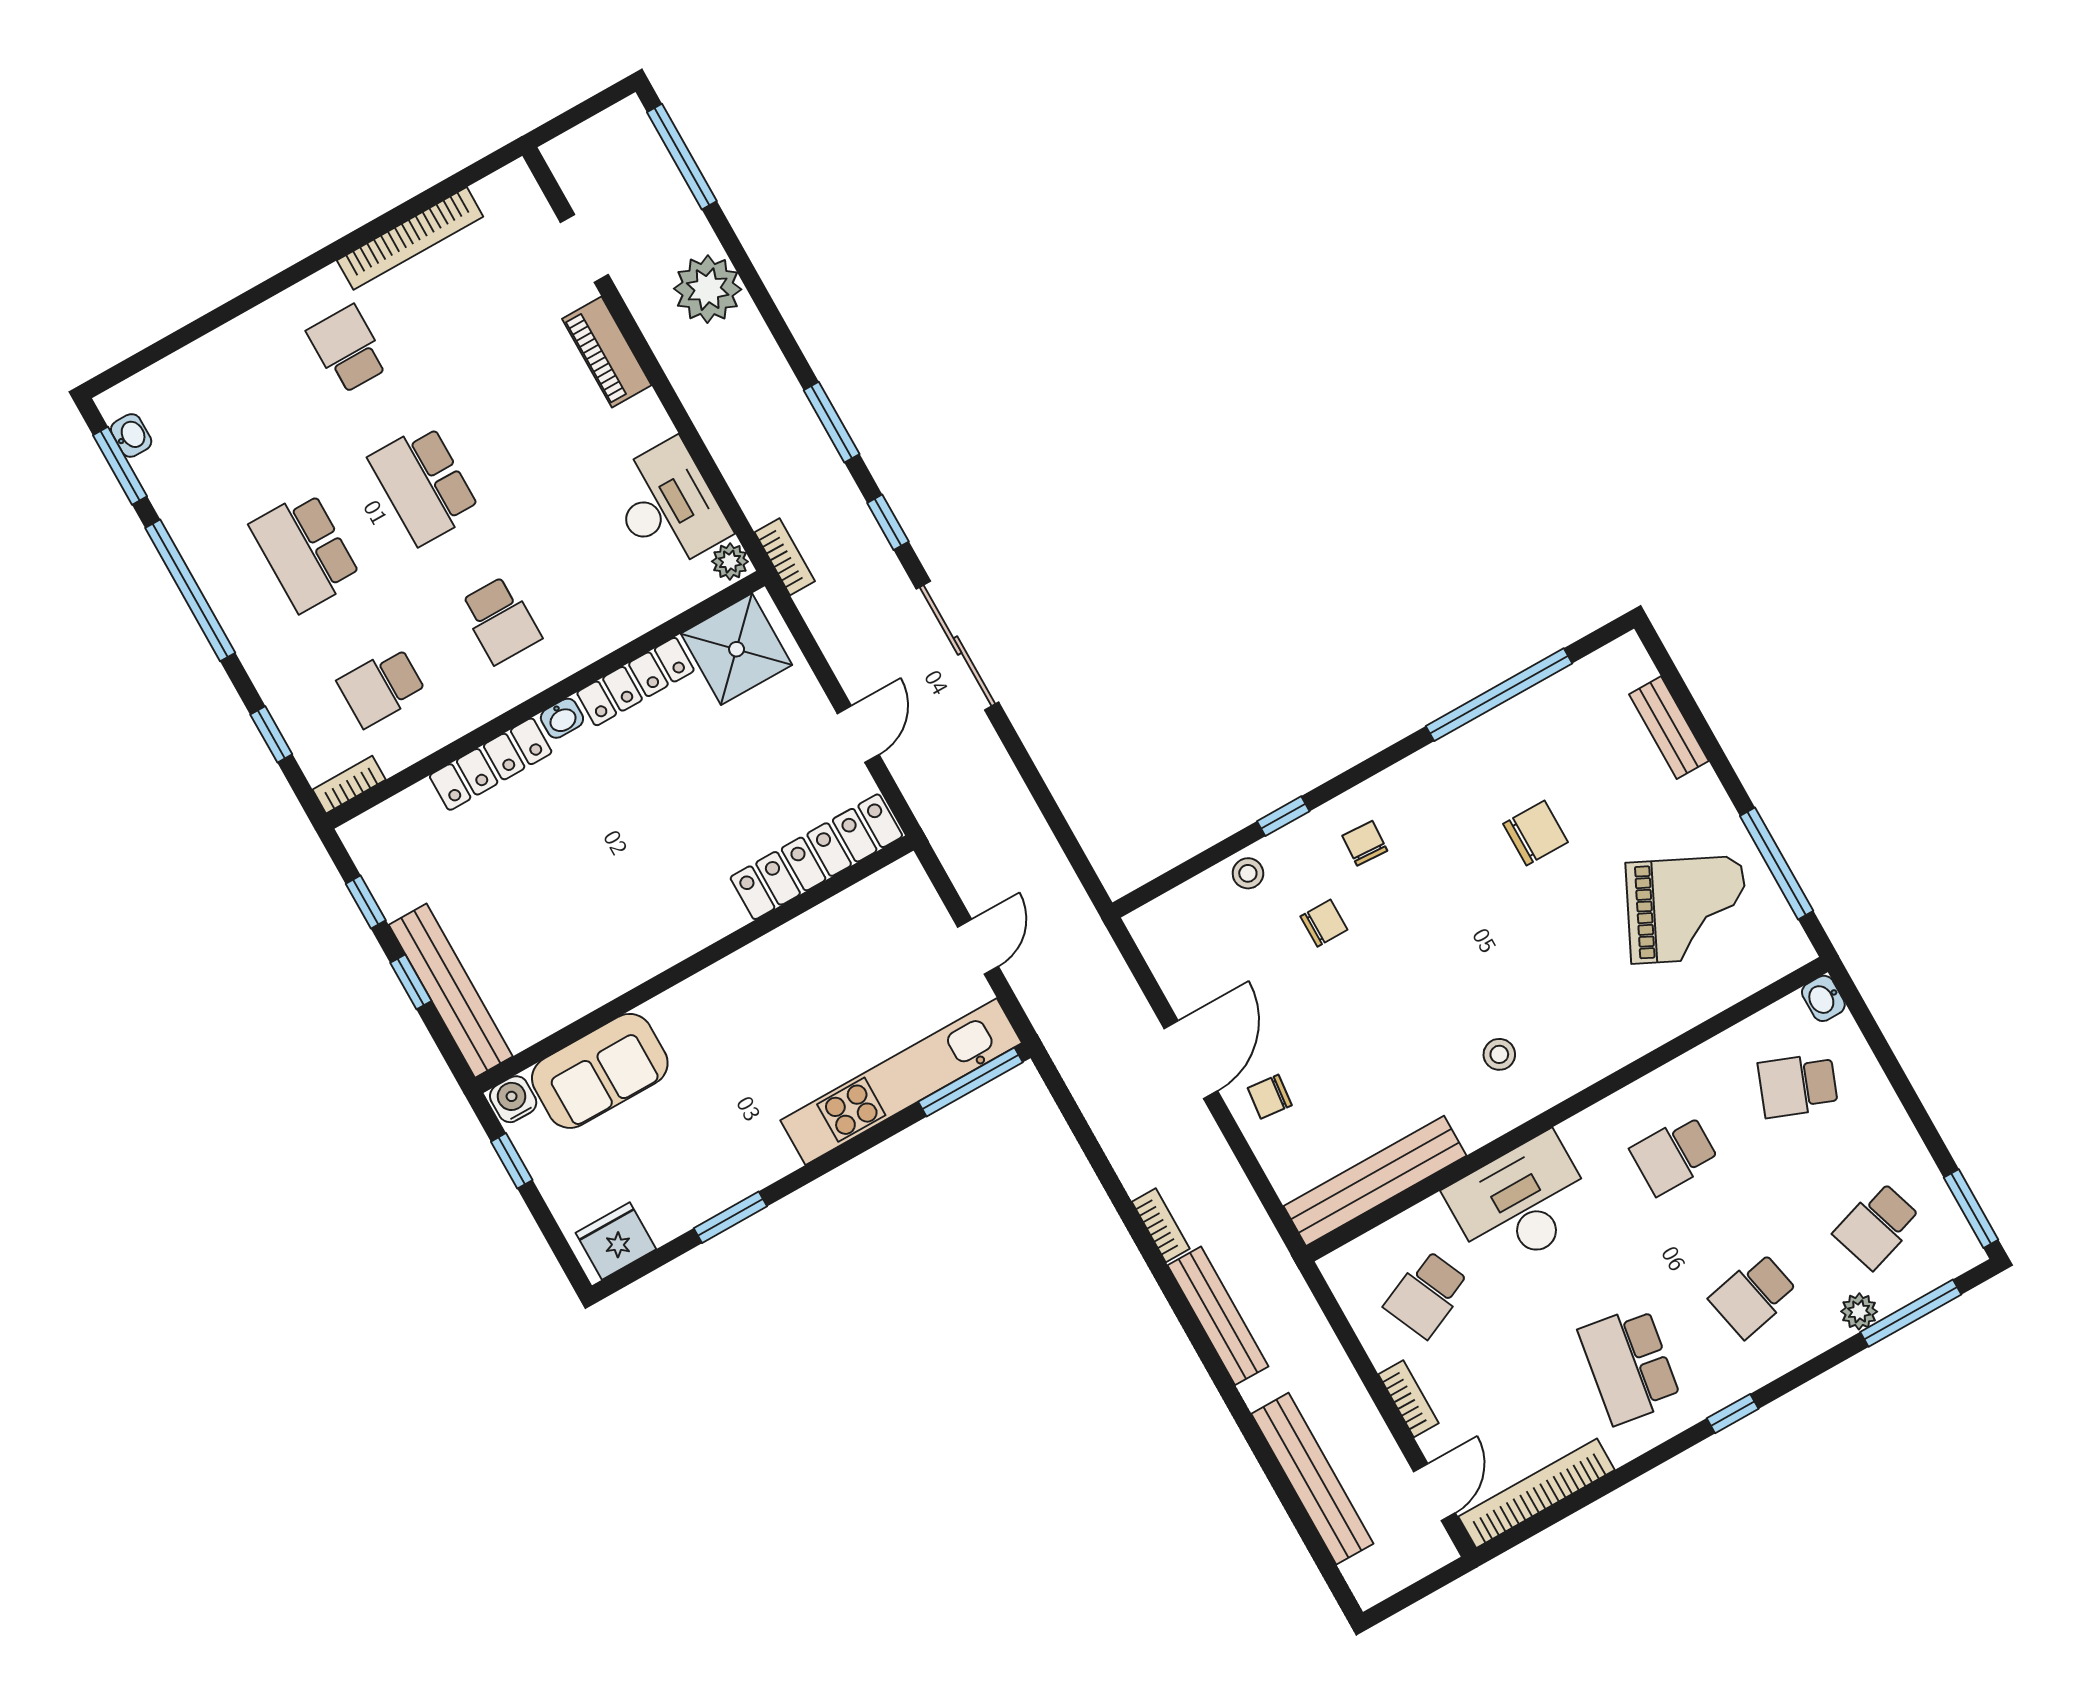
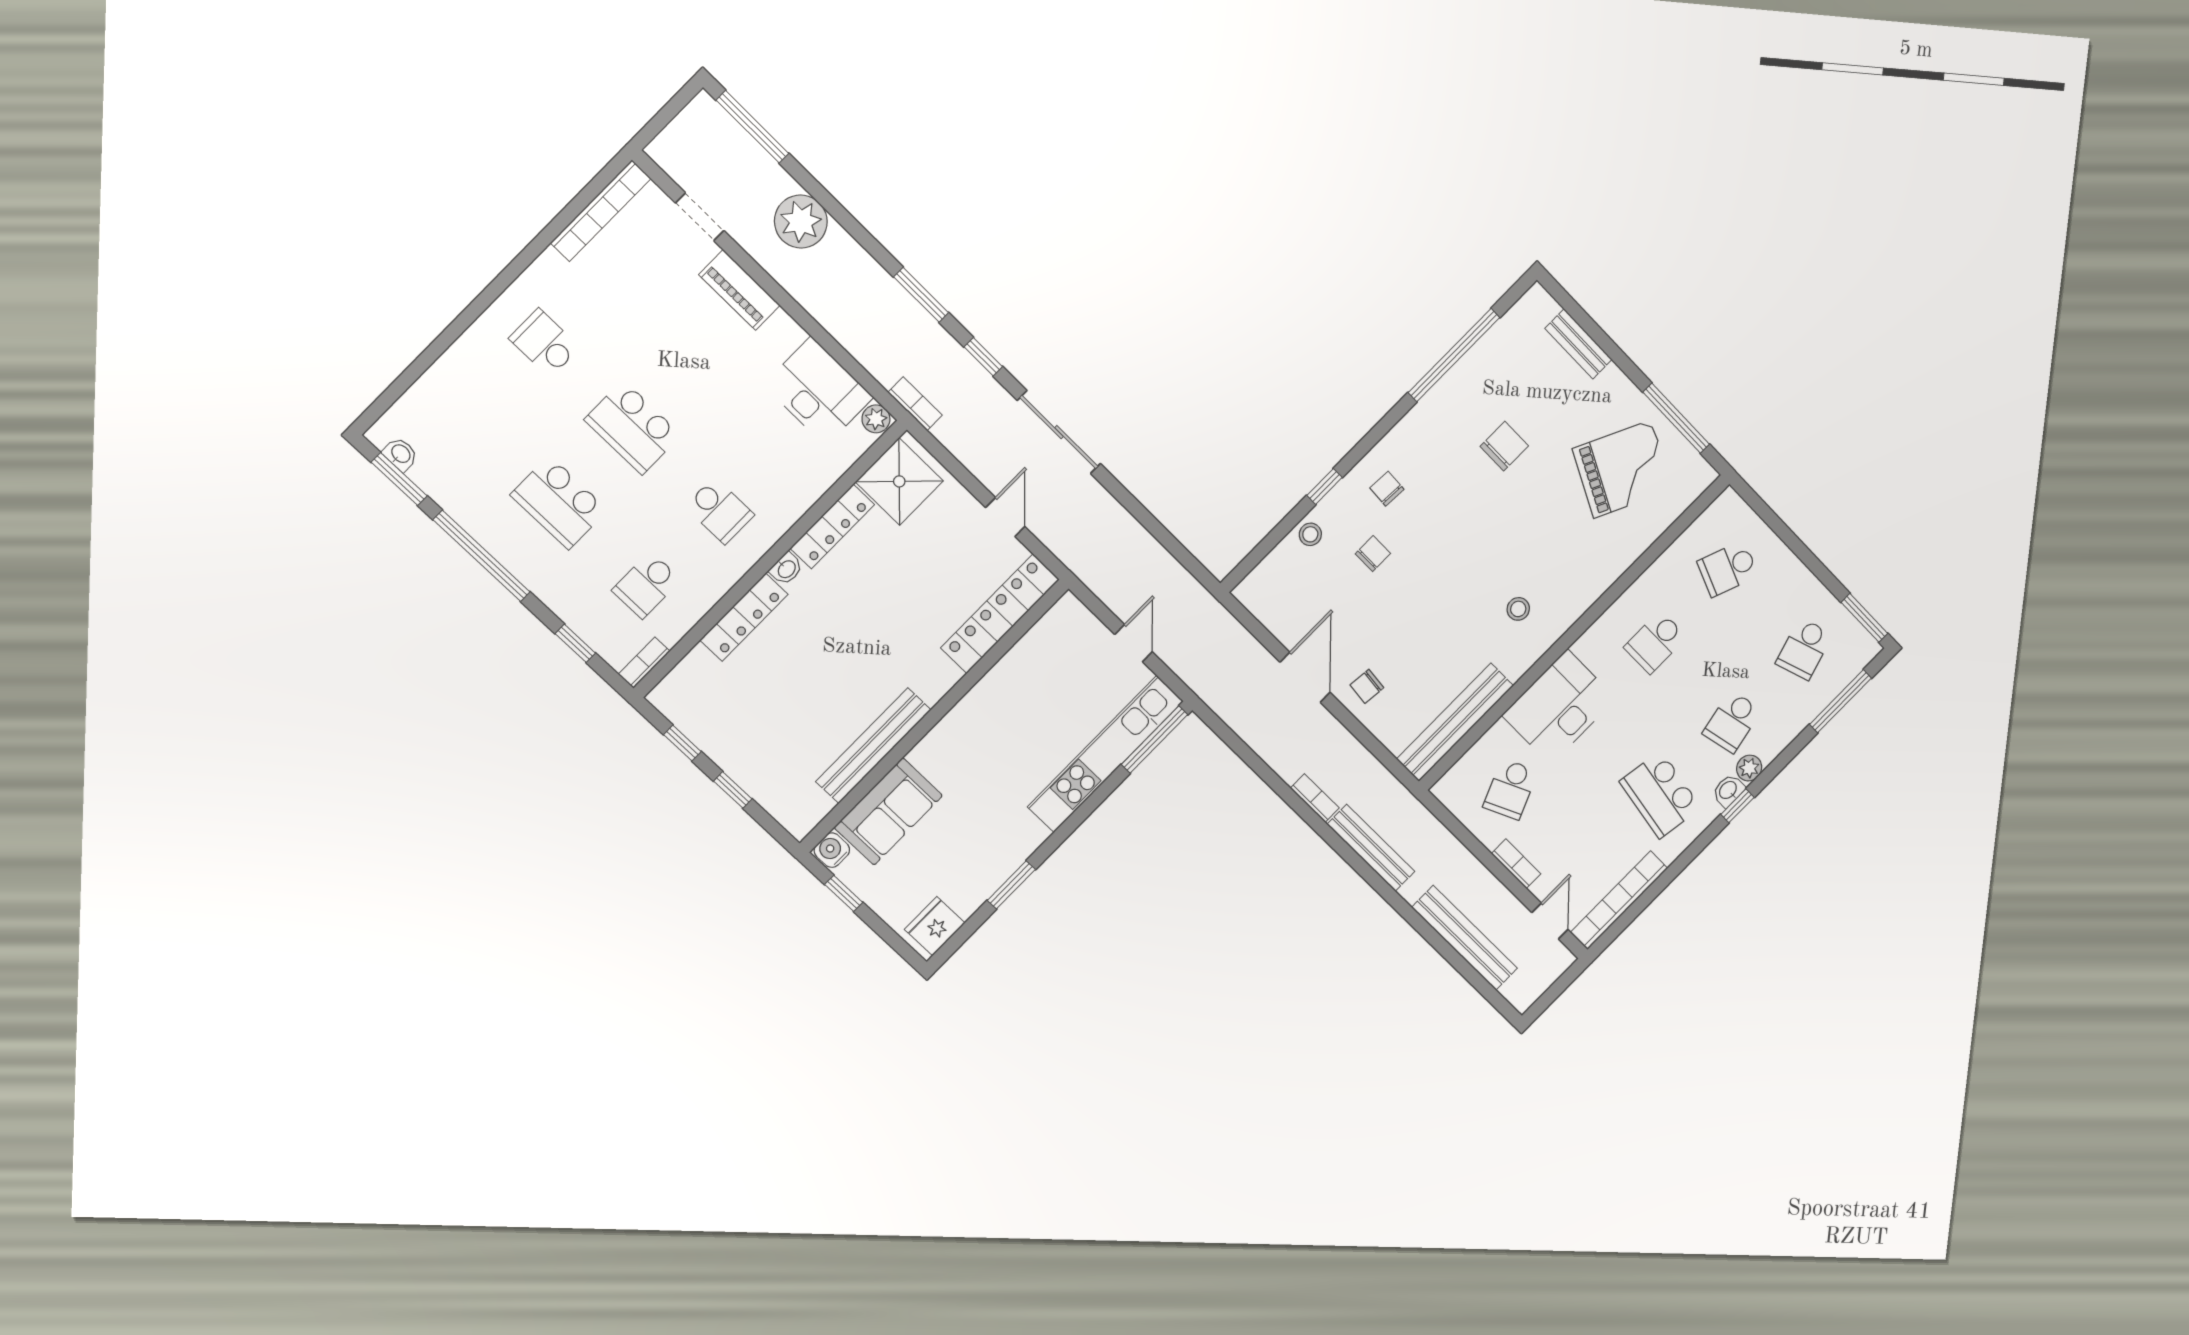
bookcase: (410, 238) -> (601, 211), moved
bench: (451, 991) -> (873, 746), moved, turned 90
washbasin: (1823, 998) -> (1728, 790), moved, turned 90
plant: (1859, 1311) -> (1749, 768), moved

